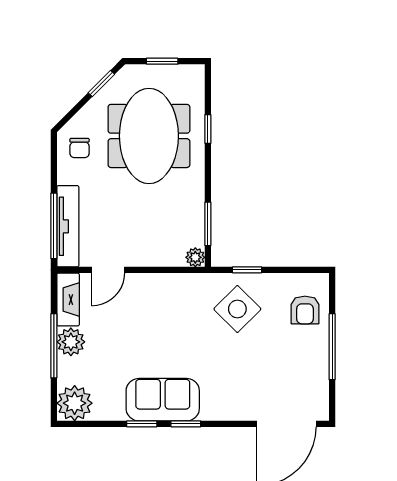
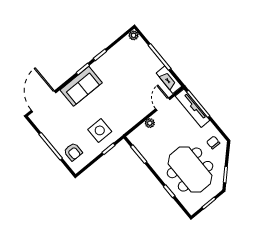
plant: (195, 257) -> (150, 123), moved
side table: (237, 309) -> (100, 130), turned 45
armchair: (305, 310) -> (73, 152), turned 180
plant: (71, 342) -> (154, 64), removed
sofa: (163, 400) -> (81, 86), moved
plant: (75, 403) -> (134, 35), width x0.53, depth x0.53

